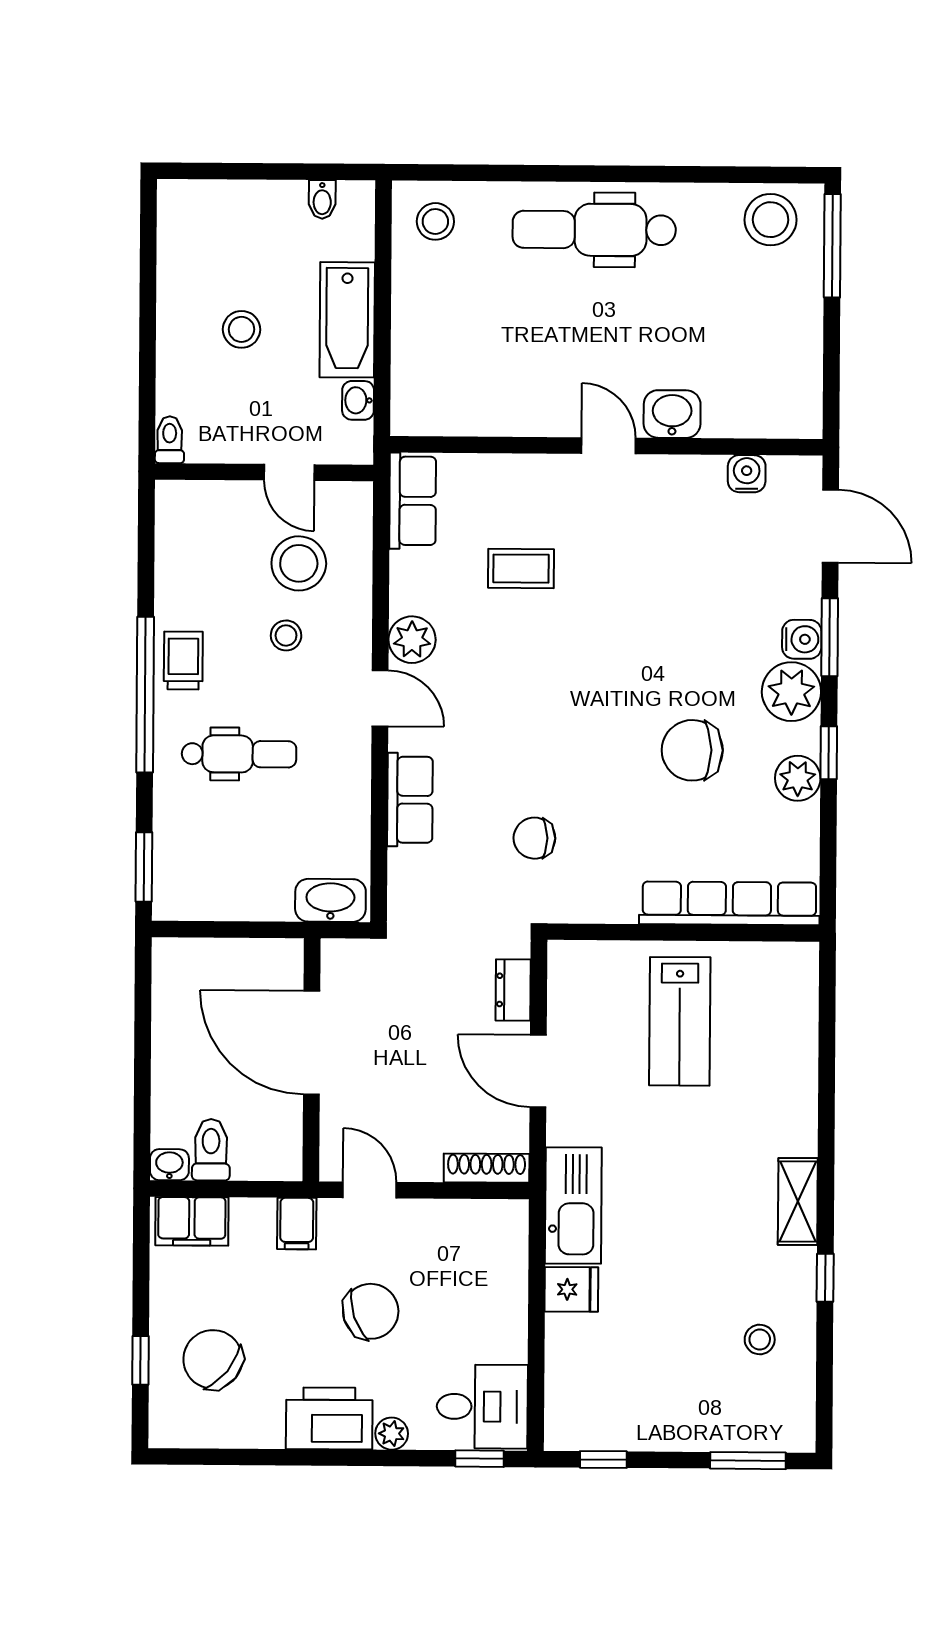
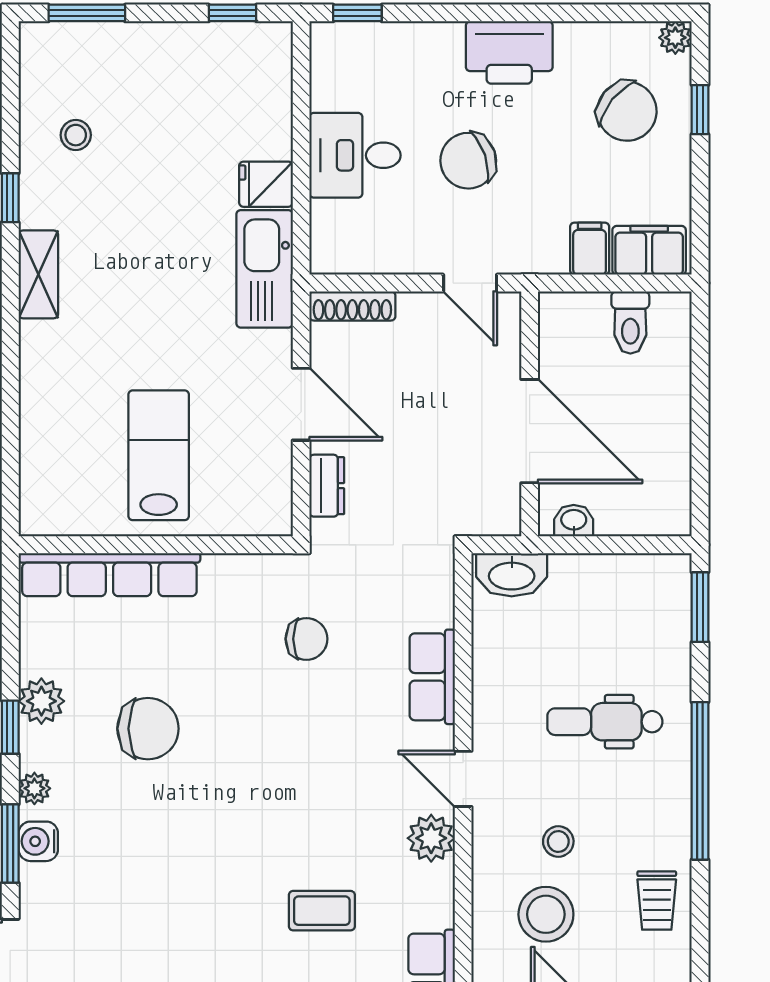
trolley: (183, 660) -> (657, 901), moved
plant: (791, 692) -> (34, 788), width x0.53, depth x0.53
washbasin: (169, 1165) -> (574, 521), moved, turned 180
filing cabinet: (297, 1224) -> (590, 249), moved
desk: (482, 1407) -> (355, 155), moved
plant: (392, 1434) -> (675, 38), moved

